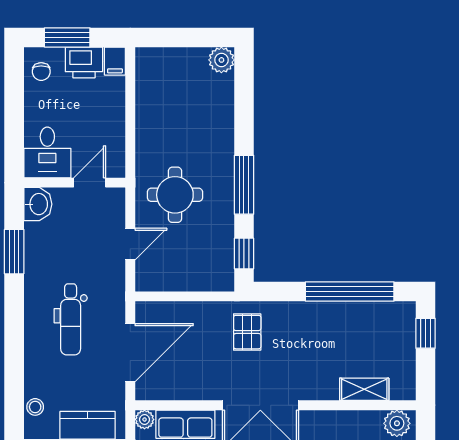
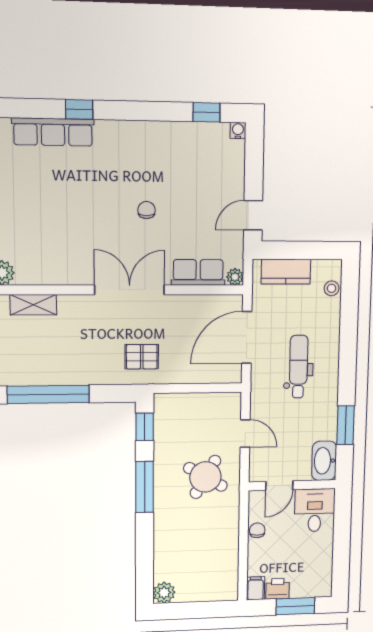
printer: (84, 62) -> (278, 589), width x0.73, depth x0.81
chair: (41, 72) -> (257, 530), moved
round table: (175, 195) -> (205, 477), turned 30
washbasin: (38, 204) -> (324, 461), width x1.38
door: (130, 244) -> (245, 433), swing flipped
pallet: (247, 332) -> (142, 357), turned 90

